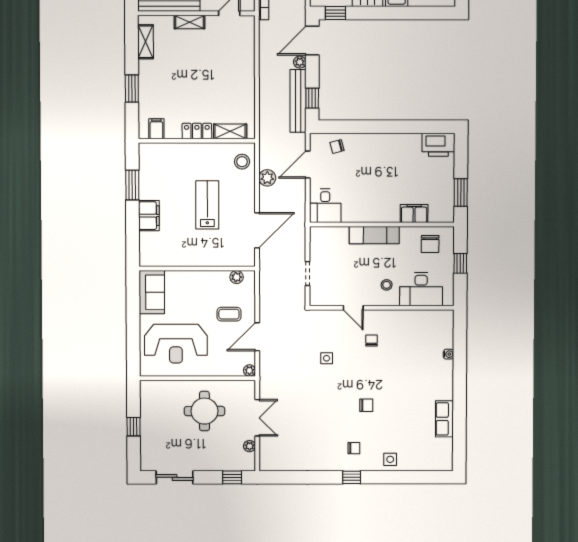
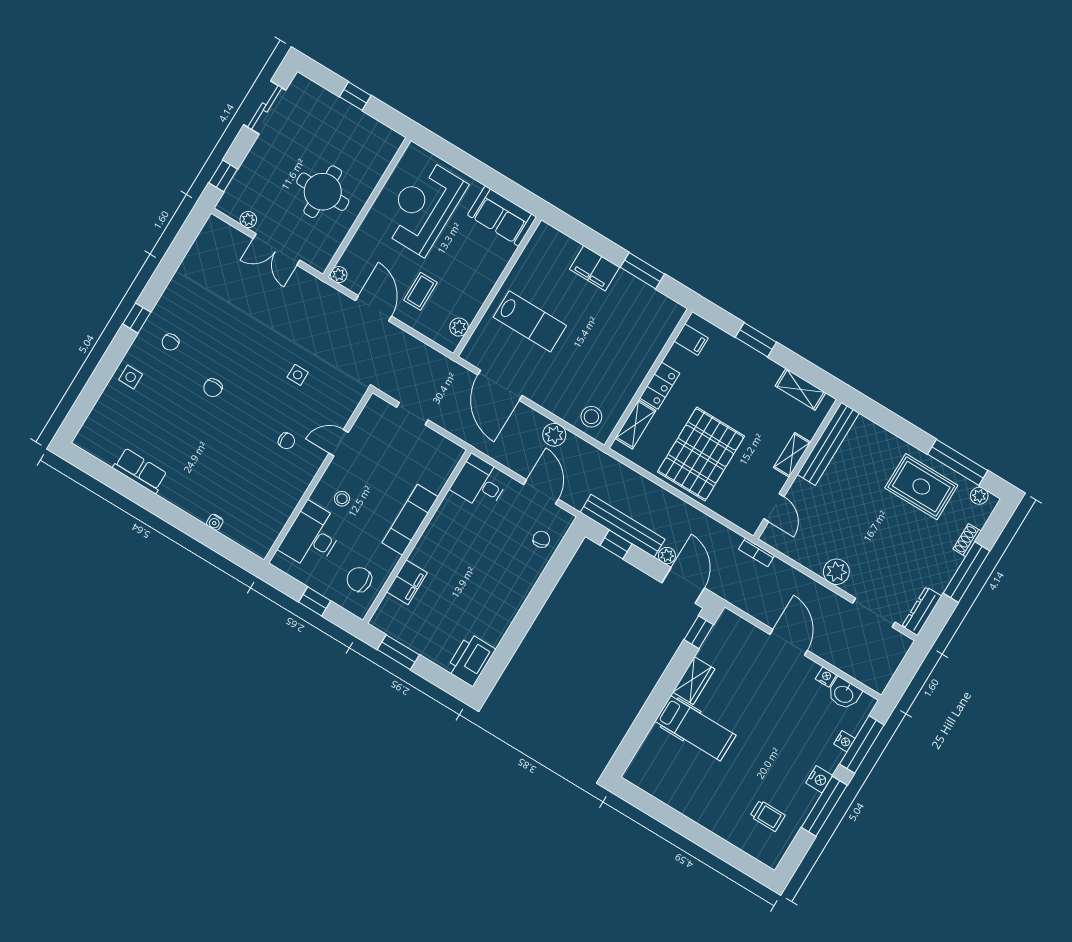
pallet: (224, 79) -> (701, 454), added
lab bench: (207, 205) -> (530, 321), moved

